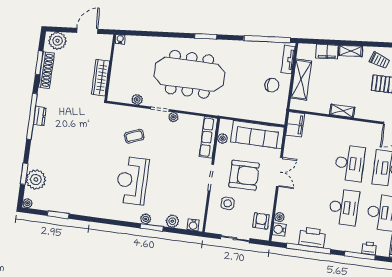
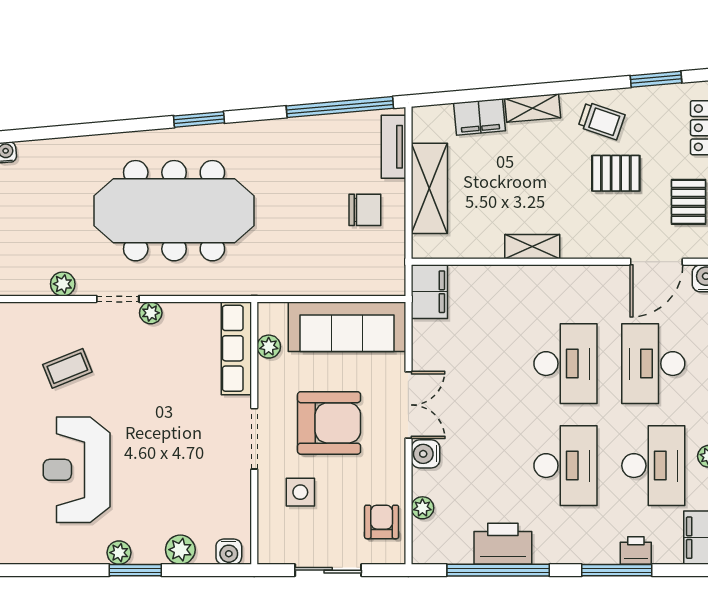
water cooler: (279, 229) -> (425, 454), moved

